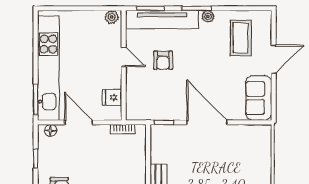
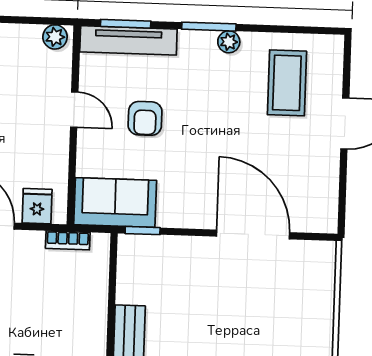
tv unit: (162, 20) -> (128, 40), width x0.73, depth x0.78
fridge: (112, 97) -> (37, 206), moved, turned 90
sofa: (259, 98) -> (115, 203), moved, turned 90
door: (207, 122) -> (253, 234), moved

